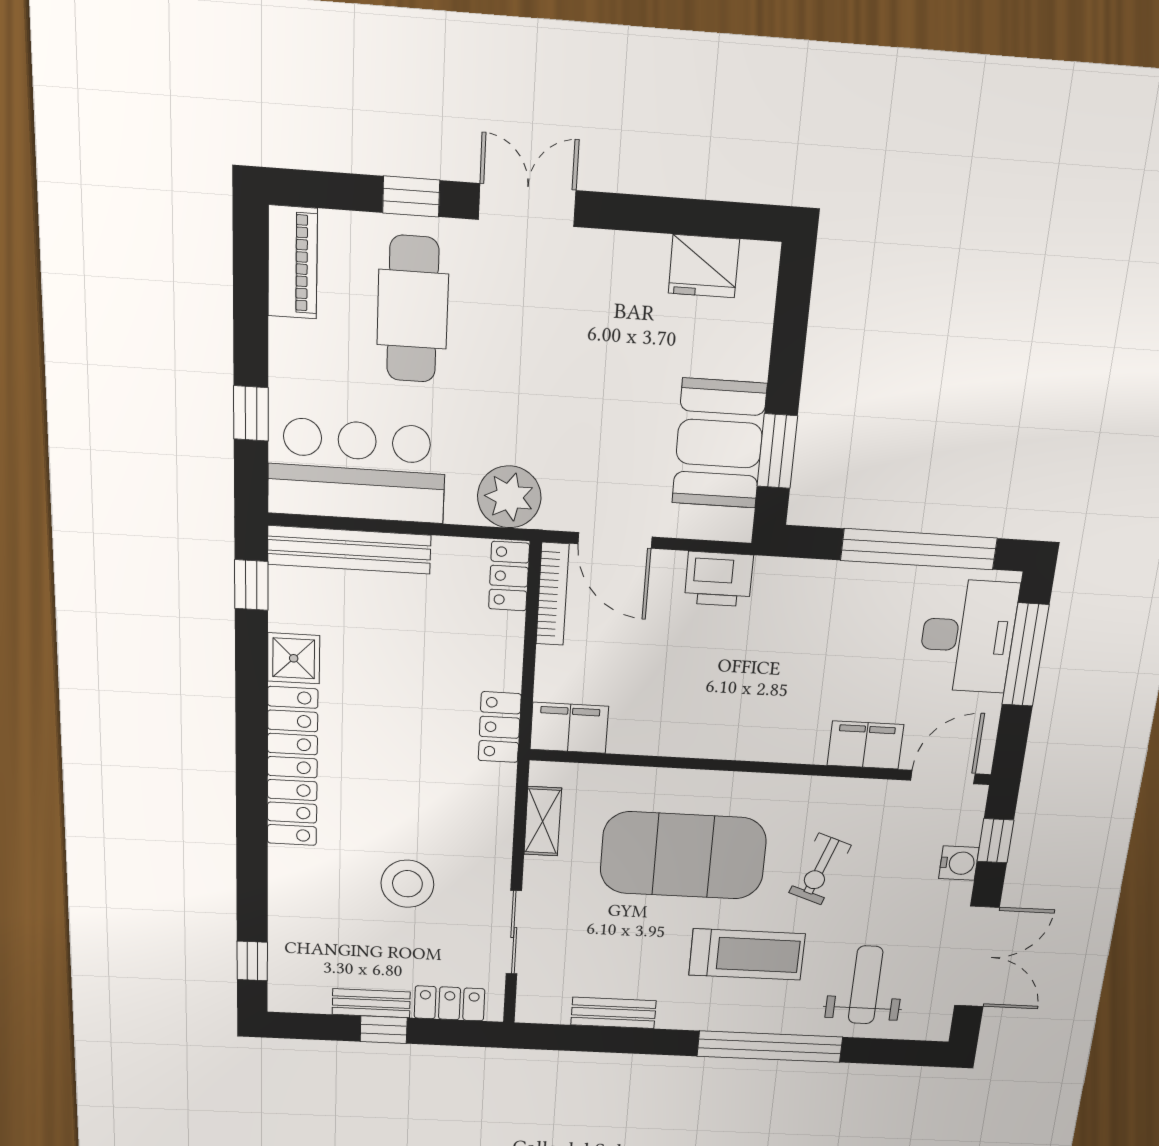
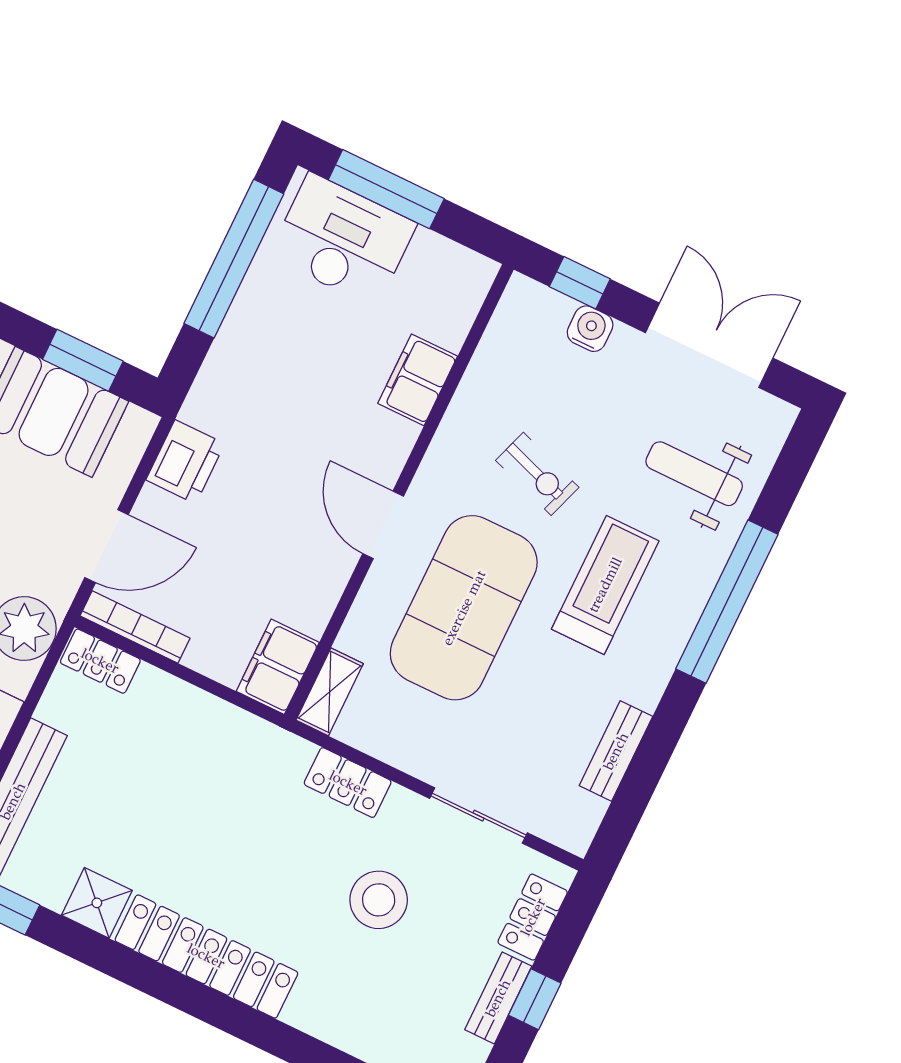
locker: (500, 727) -> (348, 783), moved
door: (943, 777) -> (383, 525), moved
shelving: (543, 821) -> (330, 692), moved, turned 90

